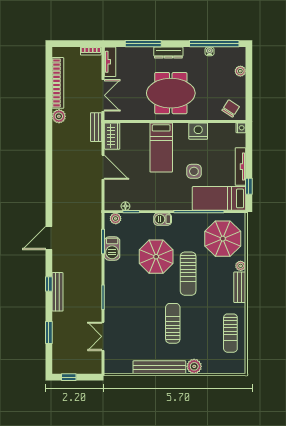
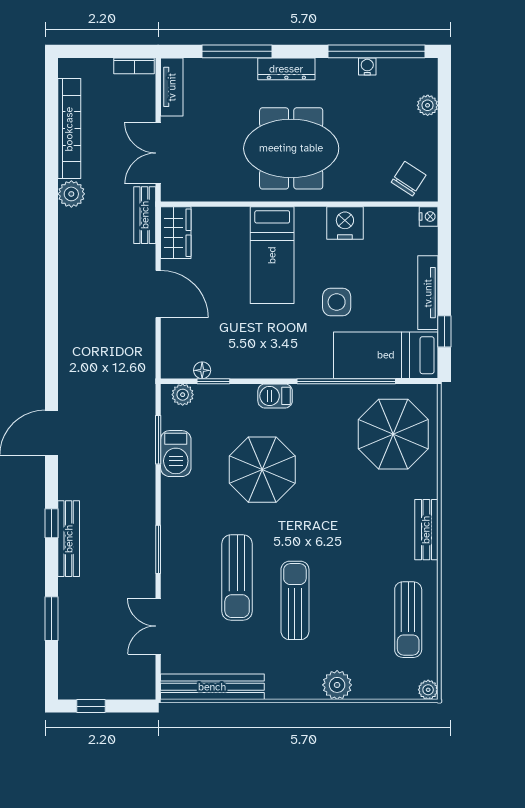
double door: (103, 95) -> (158, 153), swing flipped
plant: (241, 266) -> (428, 690), moved
sun lounger: (188, 274) -> (237, 578), moved
bench: (159, 367) -> (212, 687), moved

